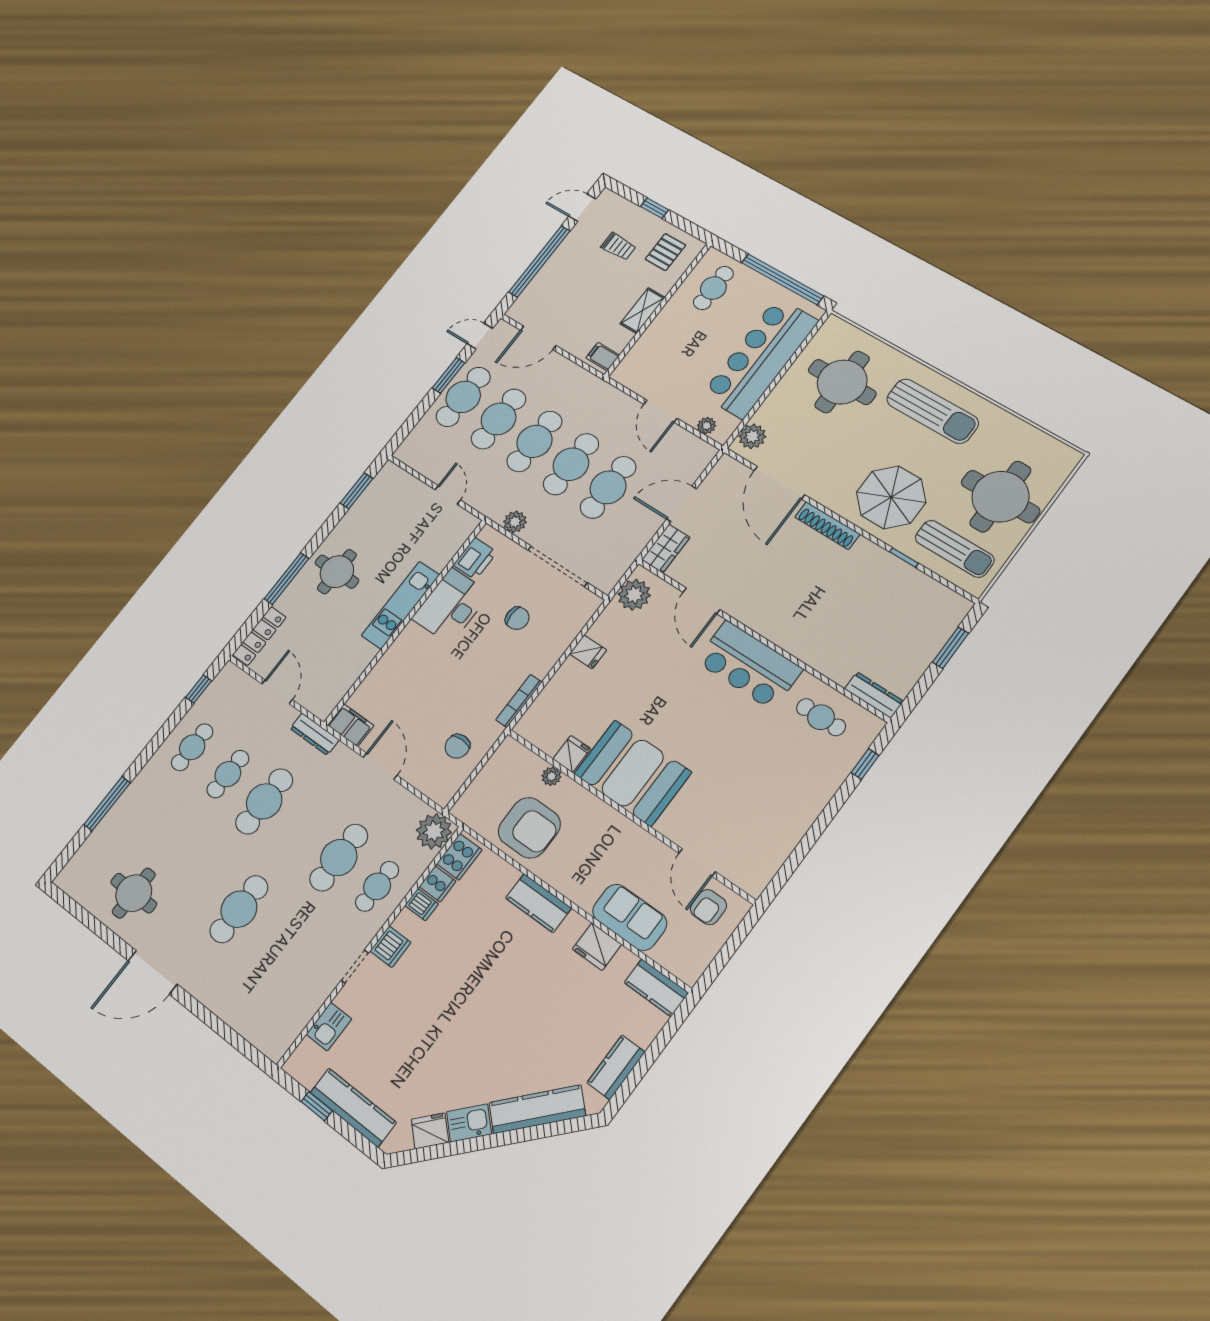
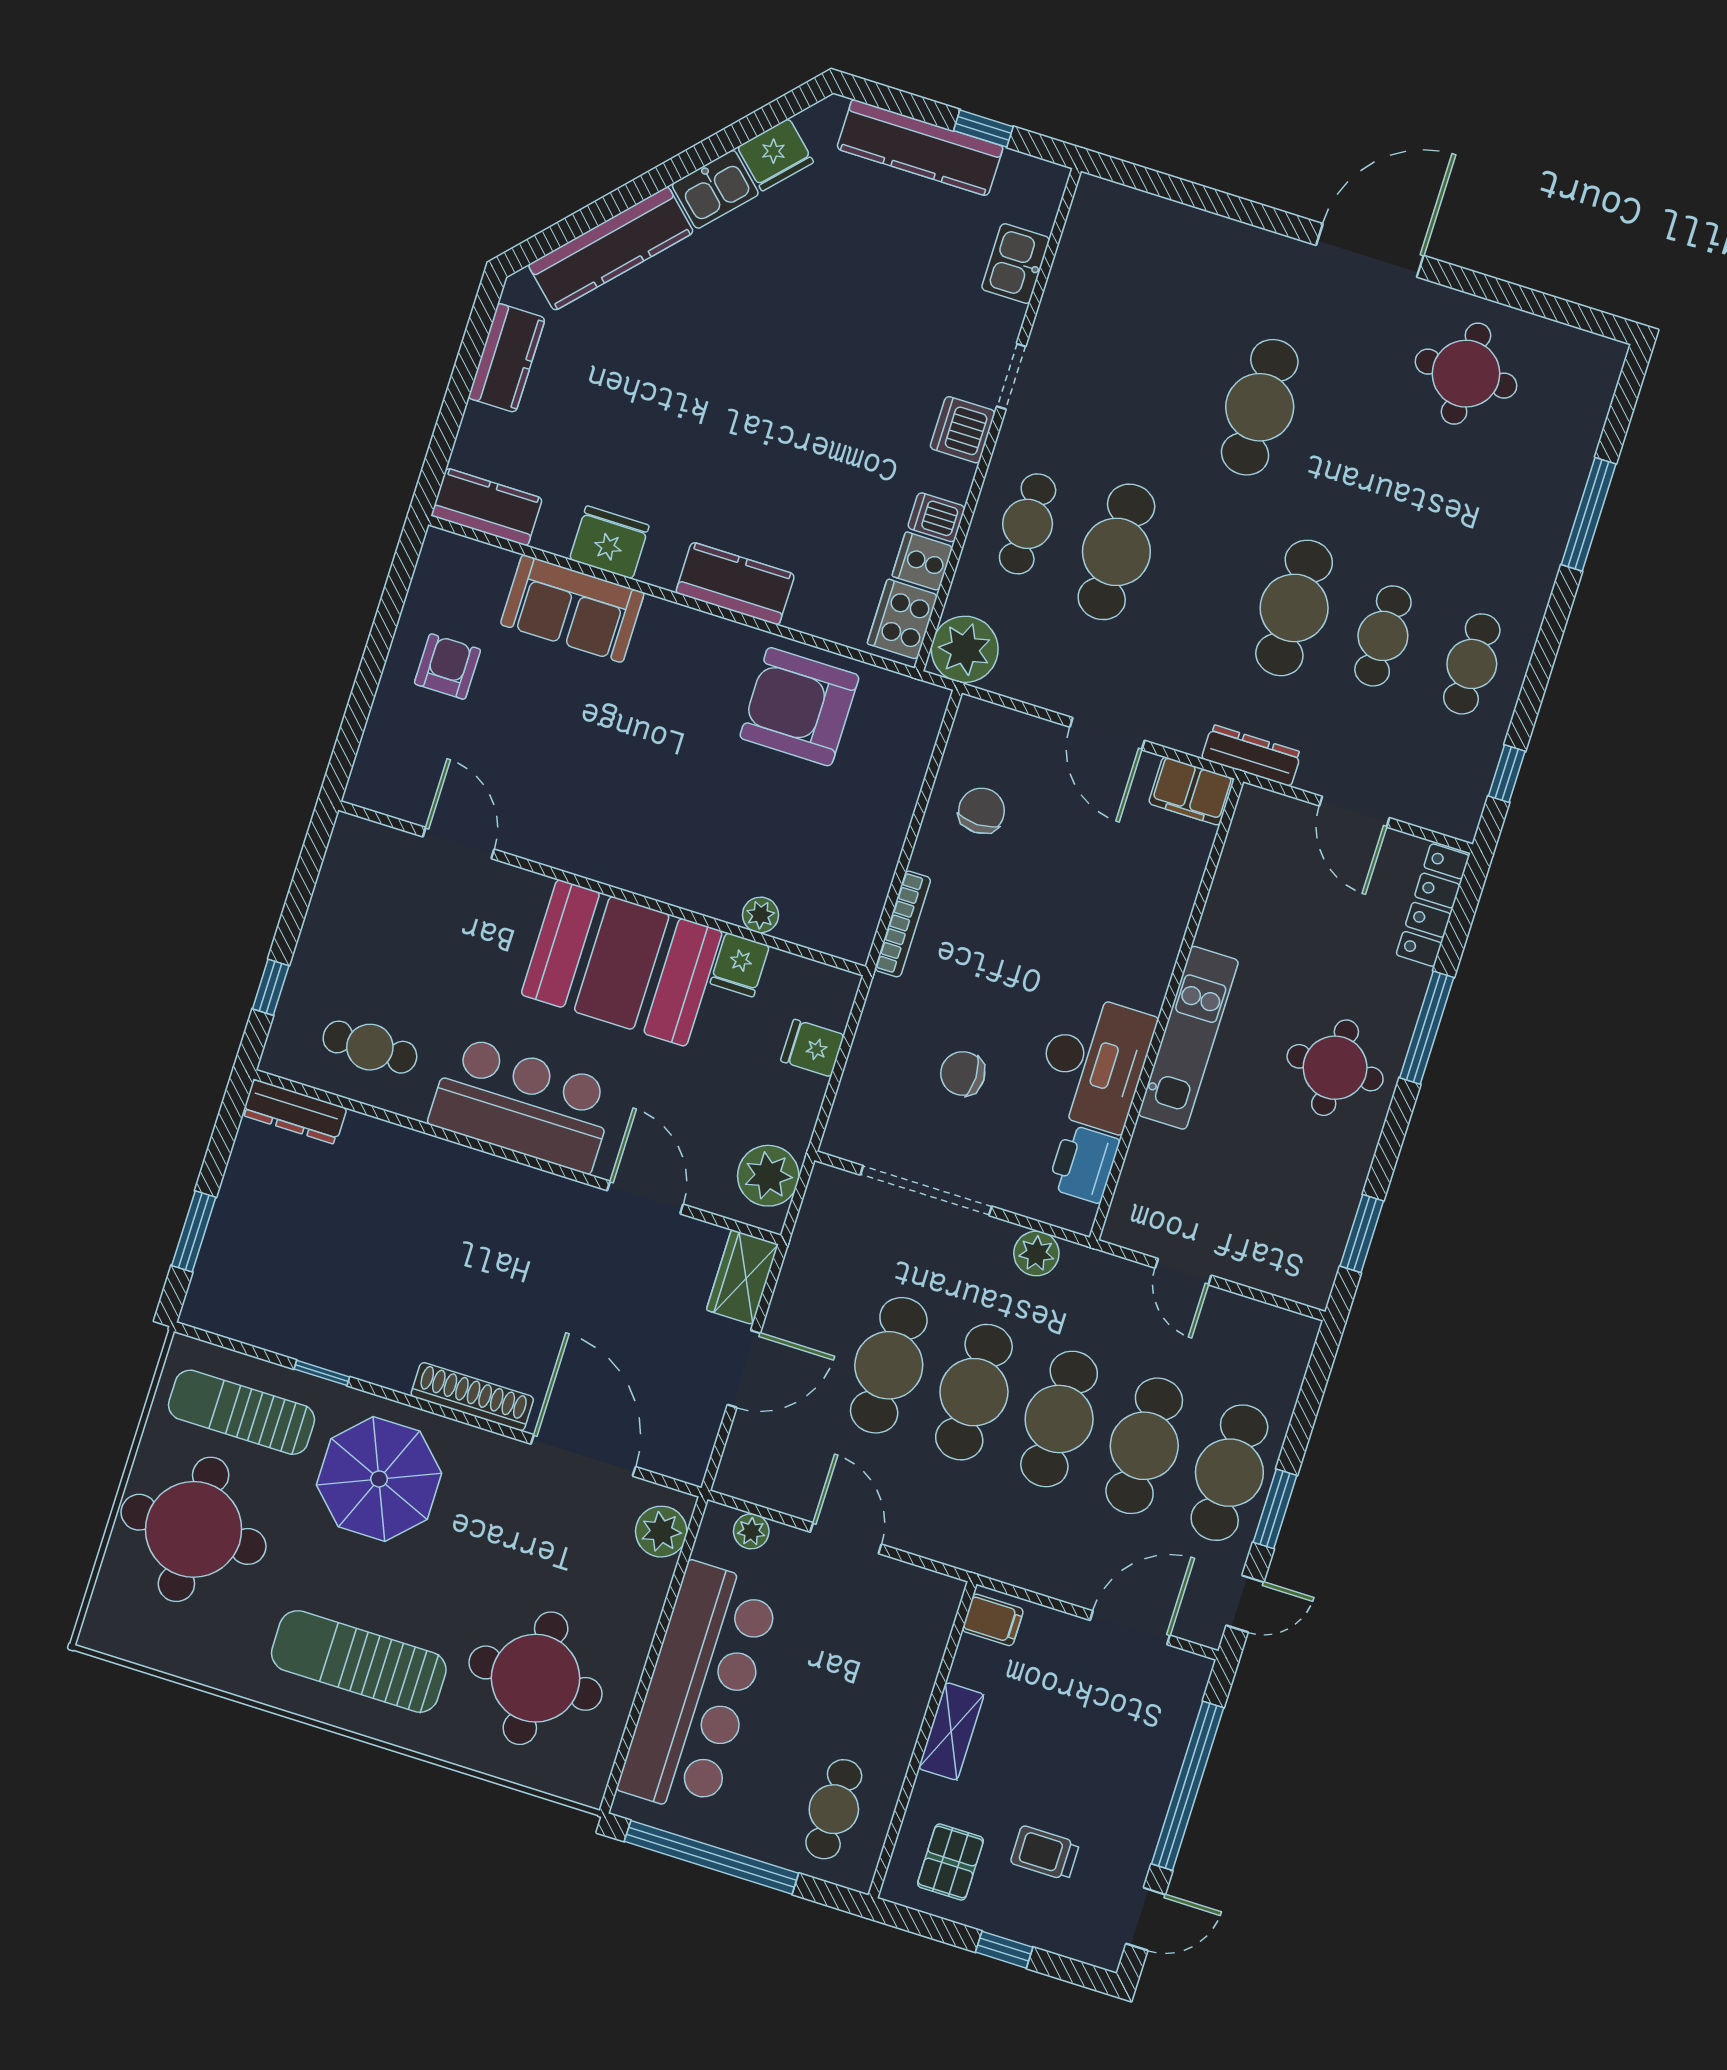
fridge: (572, 754) -> (740, 965), moved
booth: (633, 773) -> (622, 963), moved
plant: (551, 776) -> (760, 915), moved
wall: (629, 815) -> (602, 888), moved
door: (697, 862) -> (458, 843), moved

